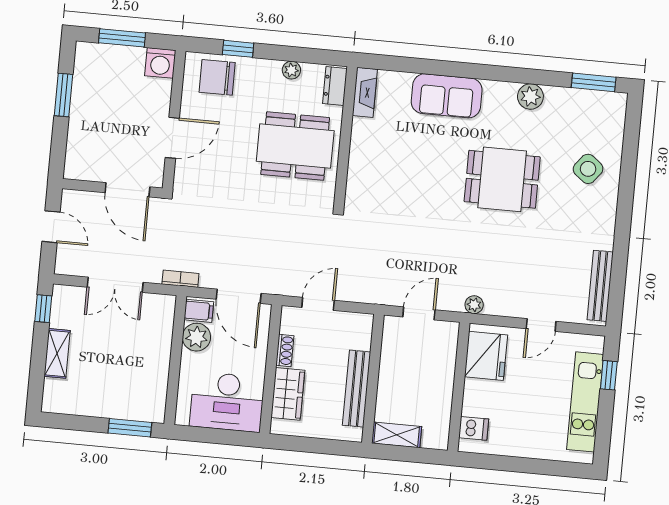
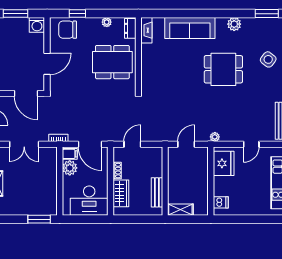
sofa: (447, 96) -> (190, 28), width x1.36
bench: (357, 389) -> (157, 192), width x0.73

